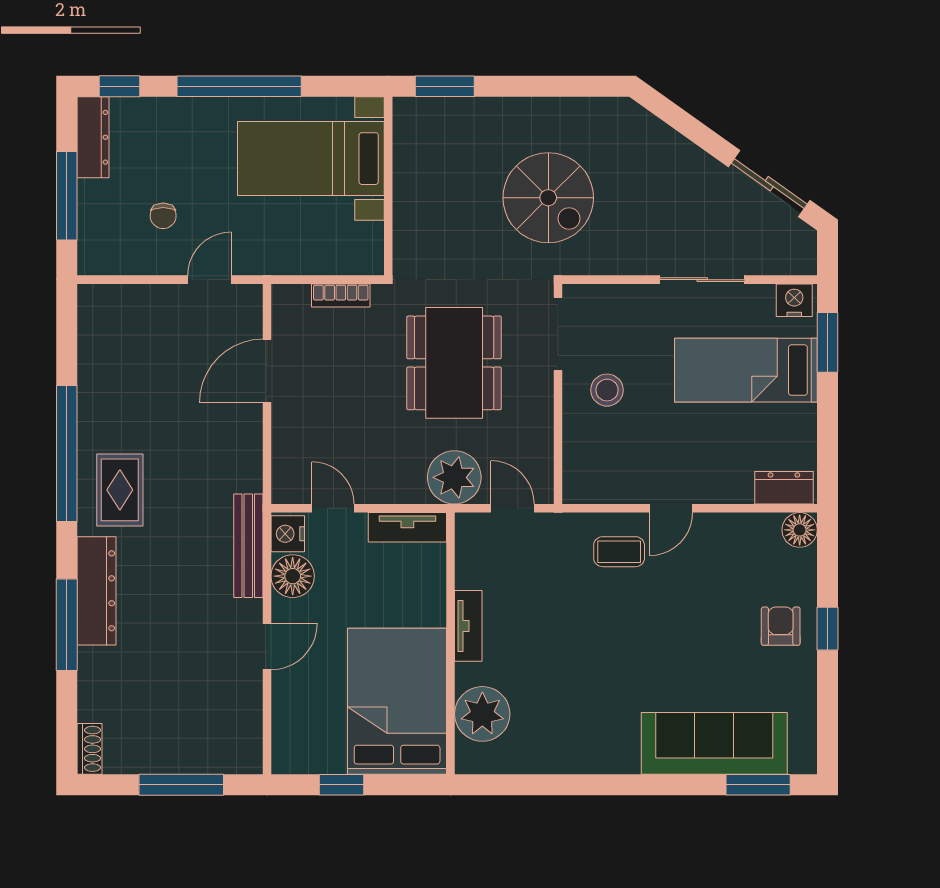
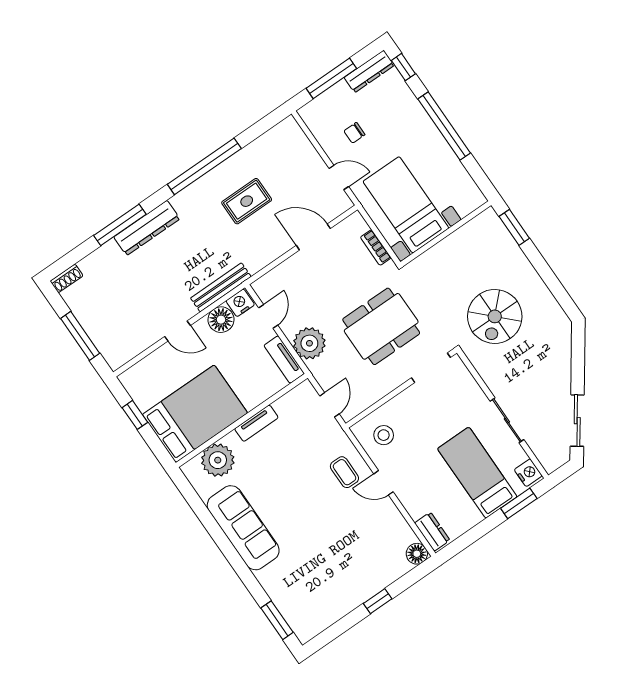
bed with nightstands: (311, 159) -> (406, 205), moved
stool: (607, 390) -> (384, 435), moved
plant: (454, 477) -> (309, 343), moved
rug: (120, 490) -> (247, 201), moved
armchair: (781, 626) -> (363, 577), removed
sofa: (714, 743) -> (243, 528), moved

